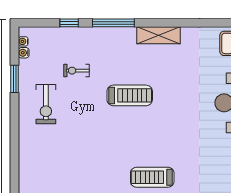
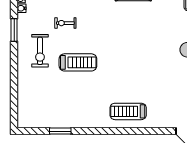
treadmill: (130, 95) -> (78, 62), moved

